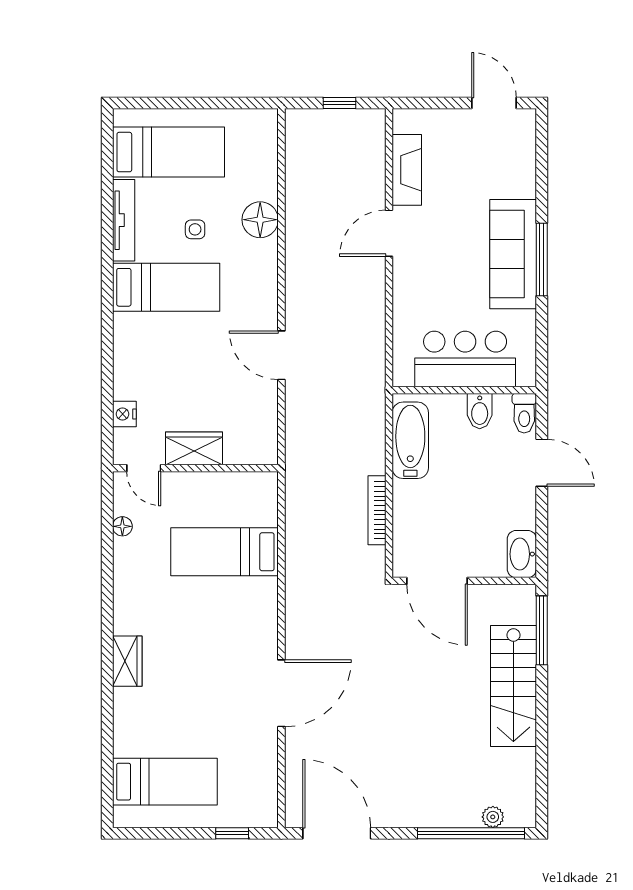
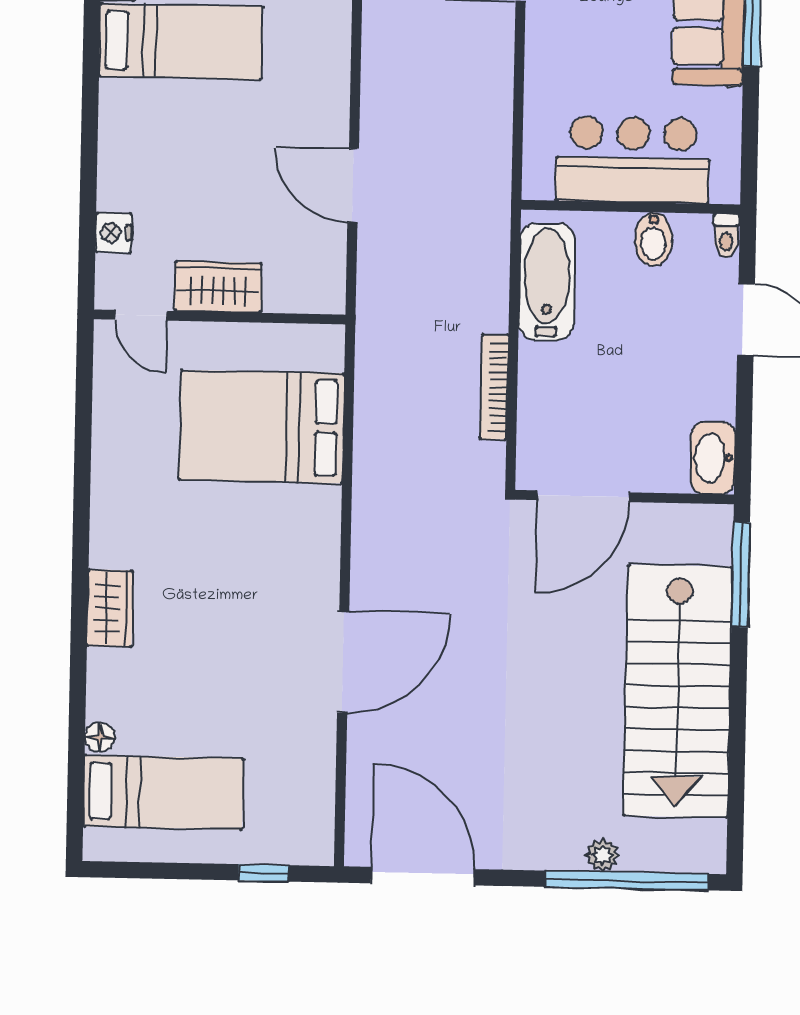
door: (281, 355) -> (353, 186), moved
toilet: (524, 413) -> (726, 236), width x0.73, depth x0.72
floor lamp: (122, 526) -> (100, 737), moved
bed: (224, 552) -> (262, 427), width x1.50
door: (437, 581) -> (583, 496), hinge flipped
stairs: (513, 686) -> (678, 691), width x1.36, depth x1.51
plant: (493, 817) -> (602, 855), moved

